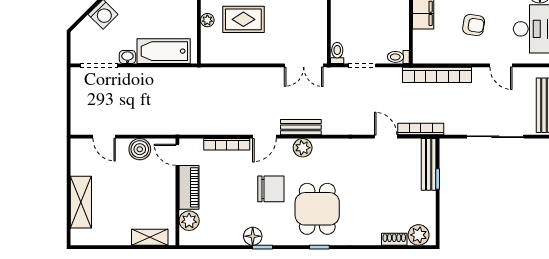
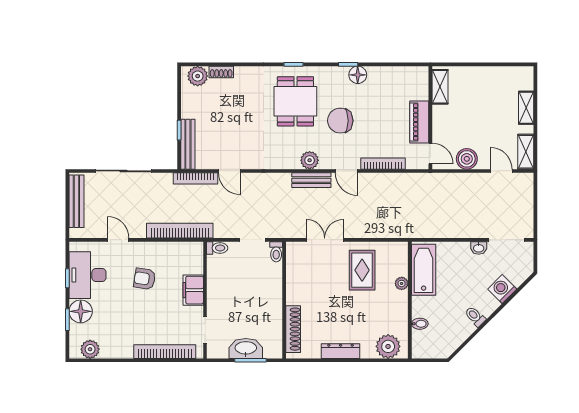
rug: (243, 19) -> (362, 270), moved, turned 90
bathtub: (164, 51) -> (424, 270), moved, turned -90
double door: (304, 65) -> (325, 240), moved
door: (264, 137) -> (347, 171), swing flipped
shelving: (79, 157) -> (526, 152), added
shelving: (81, 202) -> (526, 108), width x0.67, depth x0.75
plant: (189, 221) -> (419, 90), removed
shelving: (150, 237) -> (440, 87), moved, turned 90

